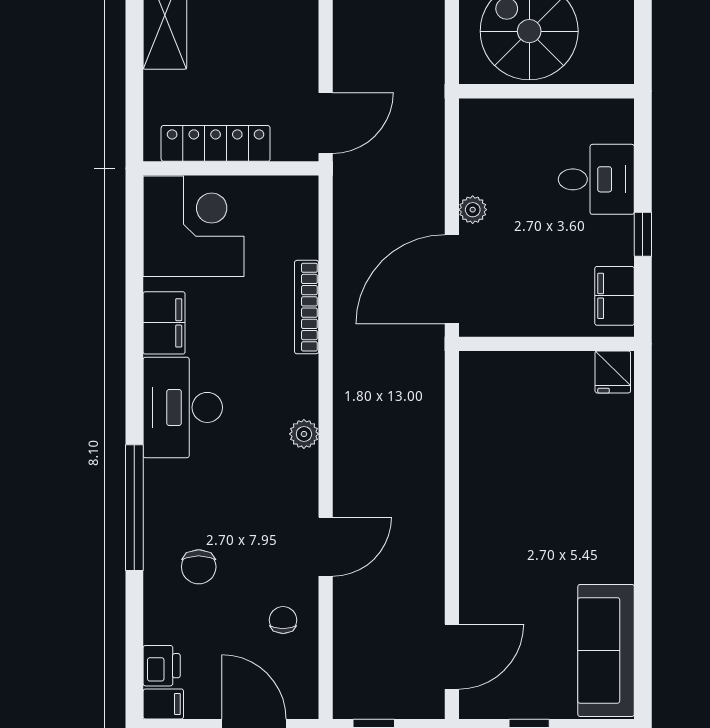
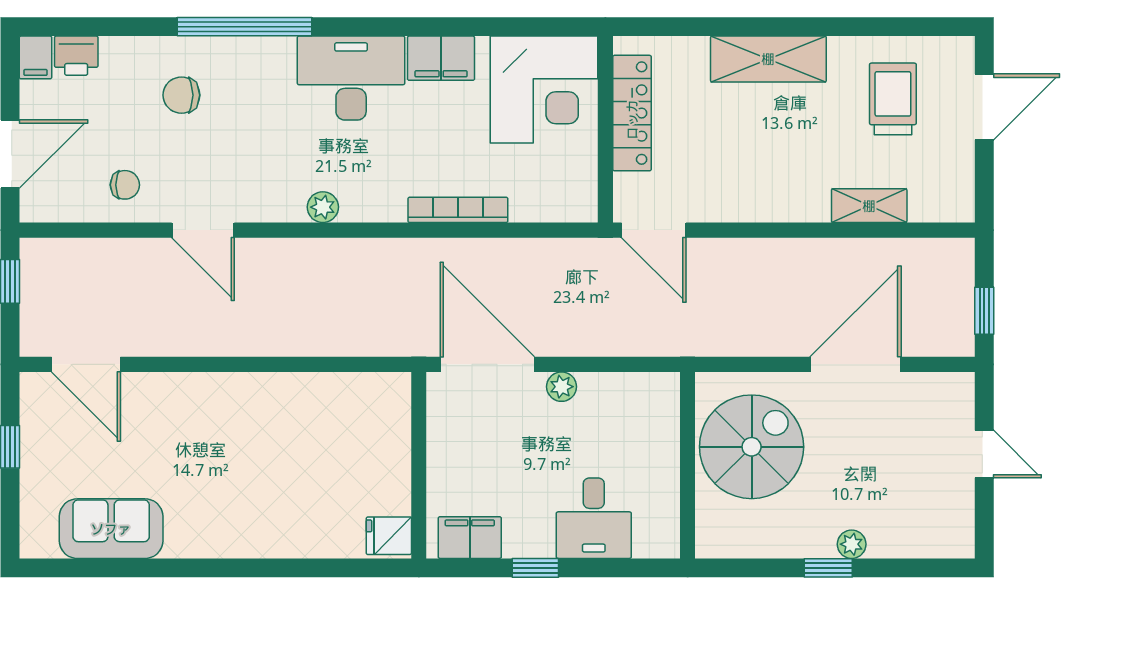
sofa: (606, 650) -> (111, 529), width x0.73

